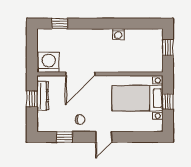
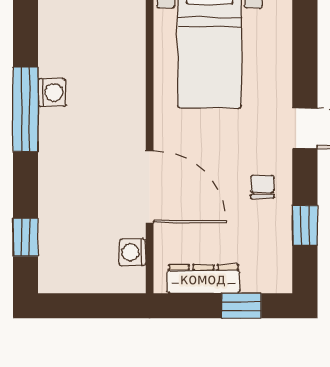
window: (112, 24) -> (25, 109), added
washing machine: (49, 62) -> (133, 252), width x0.53, depth x0.53
window: (32, 99) -> (242, 306), moved

